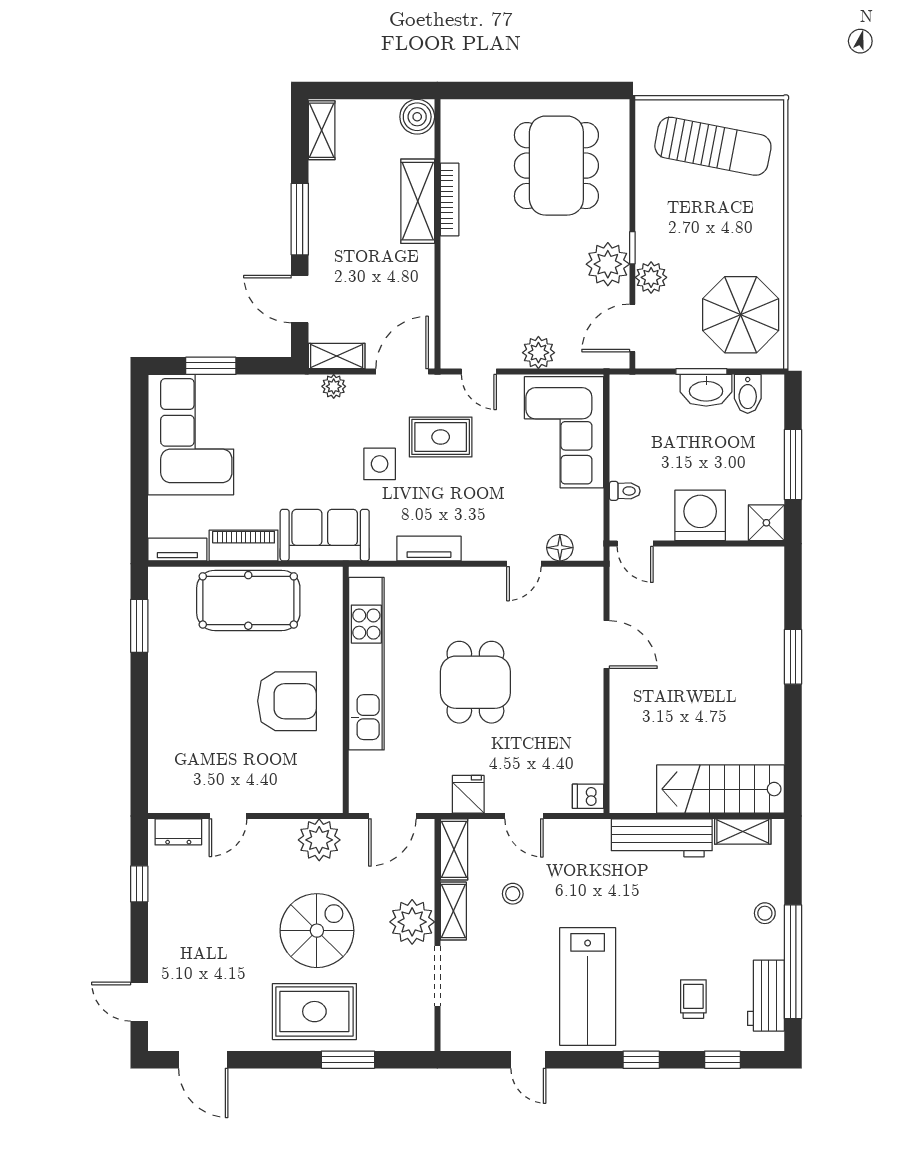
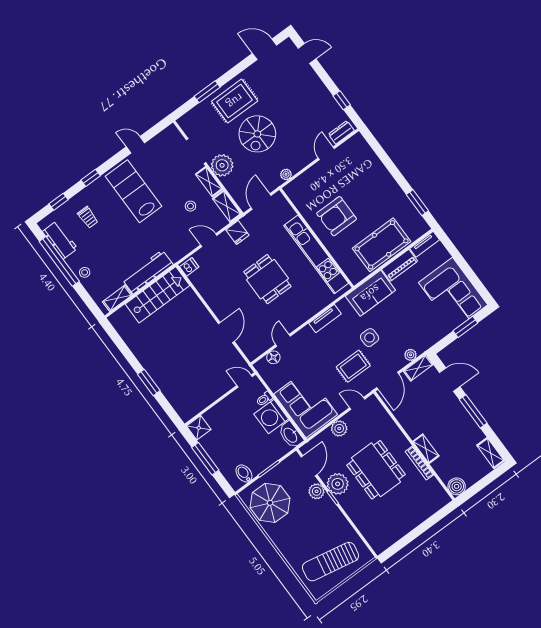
dining table: (556, 166) -> (376, 470), moved
shelving: (418, 201) -> (426, 449), width x0.67, depth x0.75
washbasin: (706, 390) -> (291, 435), moved, turned -90
washing machine: (700, 515) -> (271, 416), moved, turned 90
door: (607, 645) -> (226, 333), swing flipped
stairs: (720, 789) -> (157, 295), moved
plant: (319, 840) -> (286, 174), width x0.53, depth x0.53

